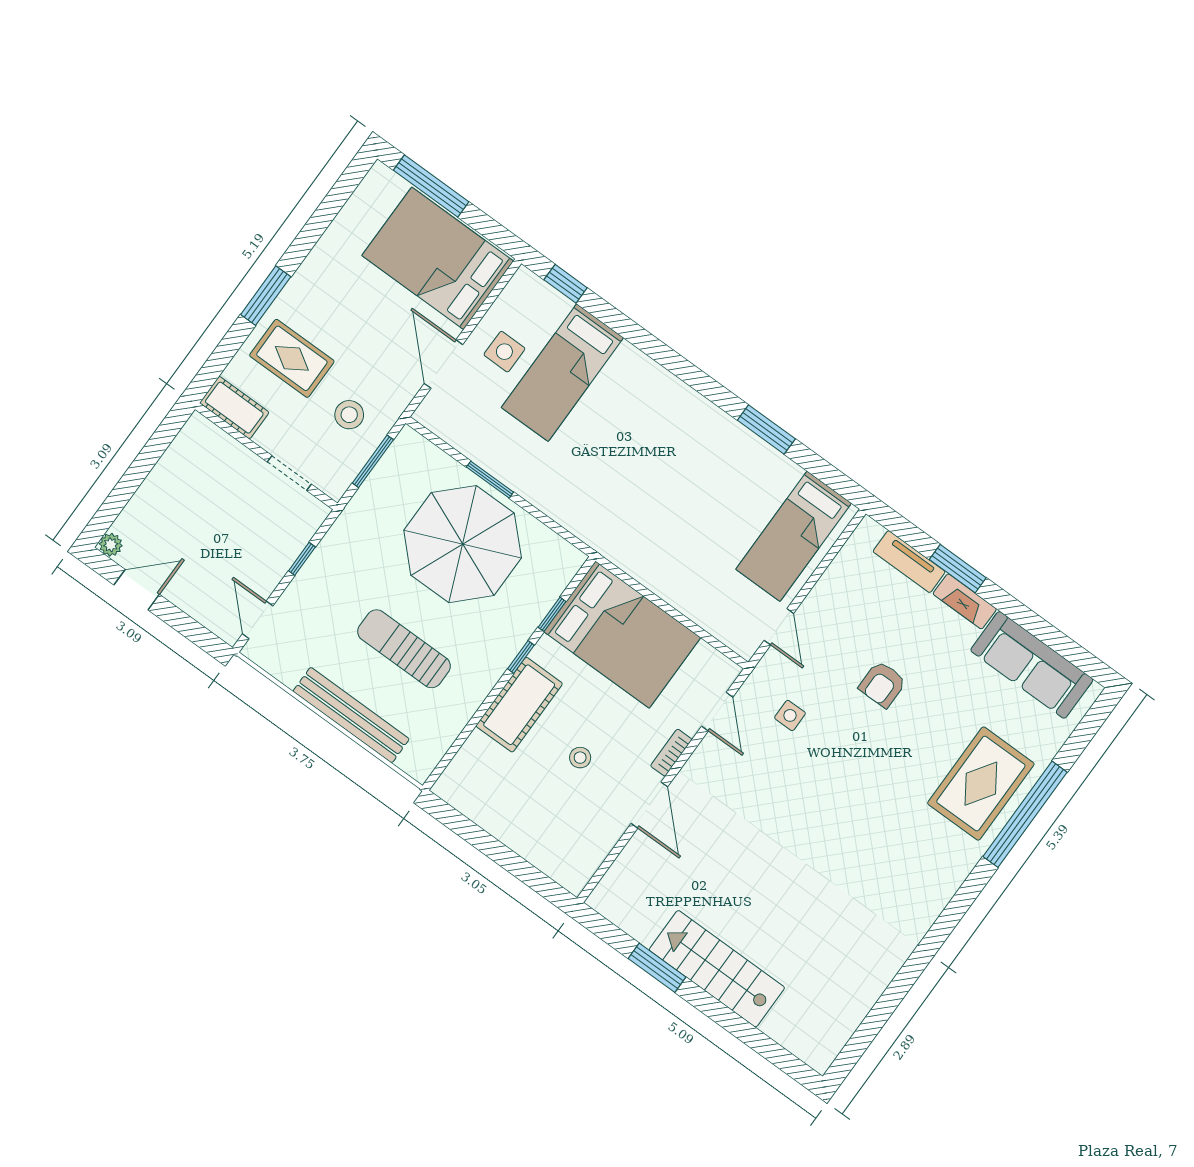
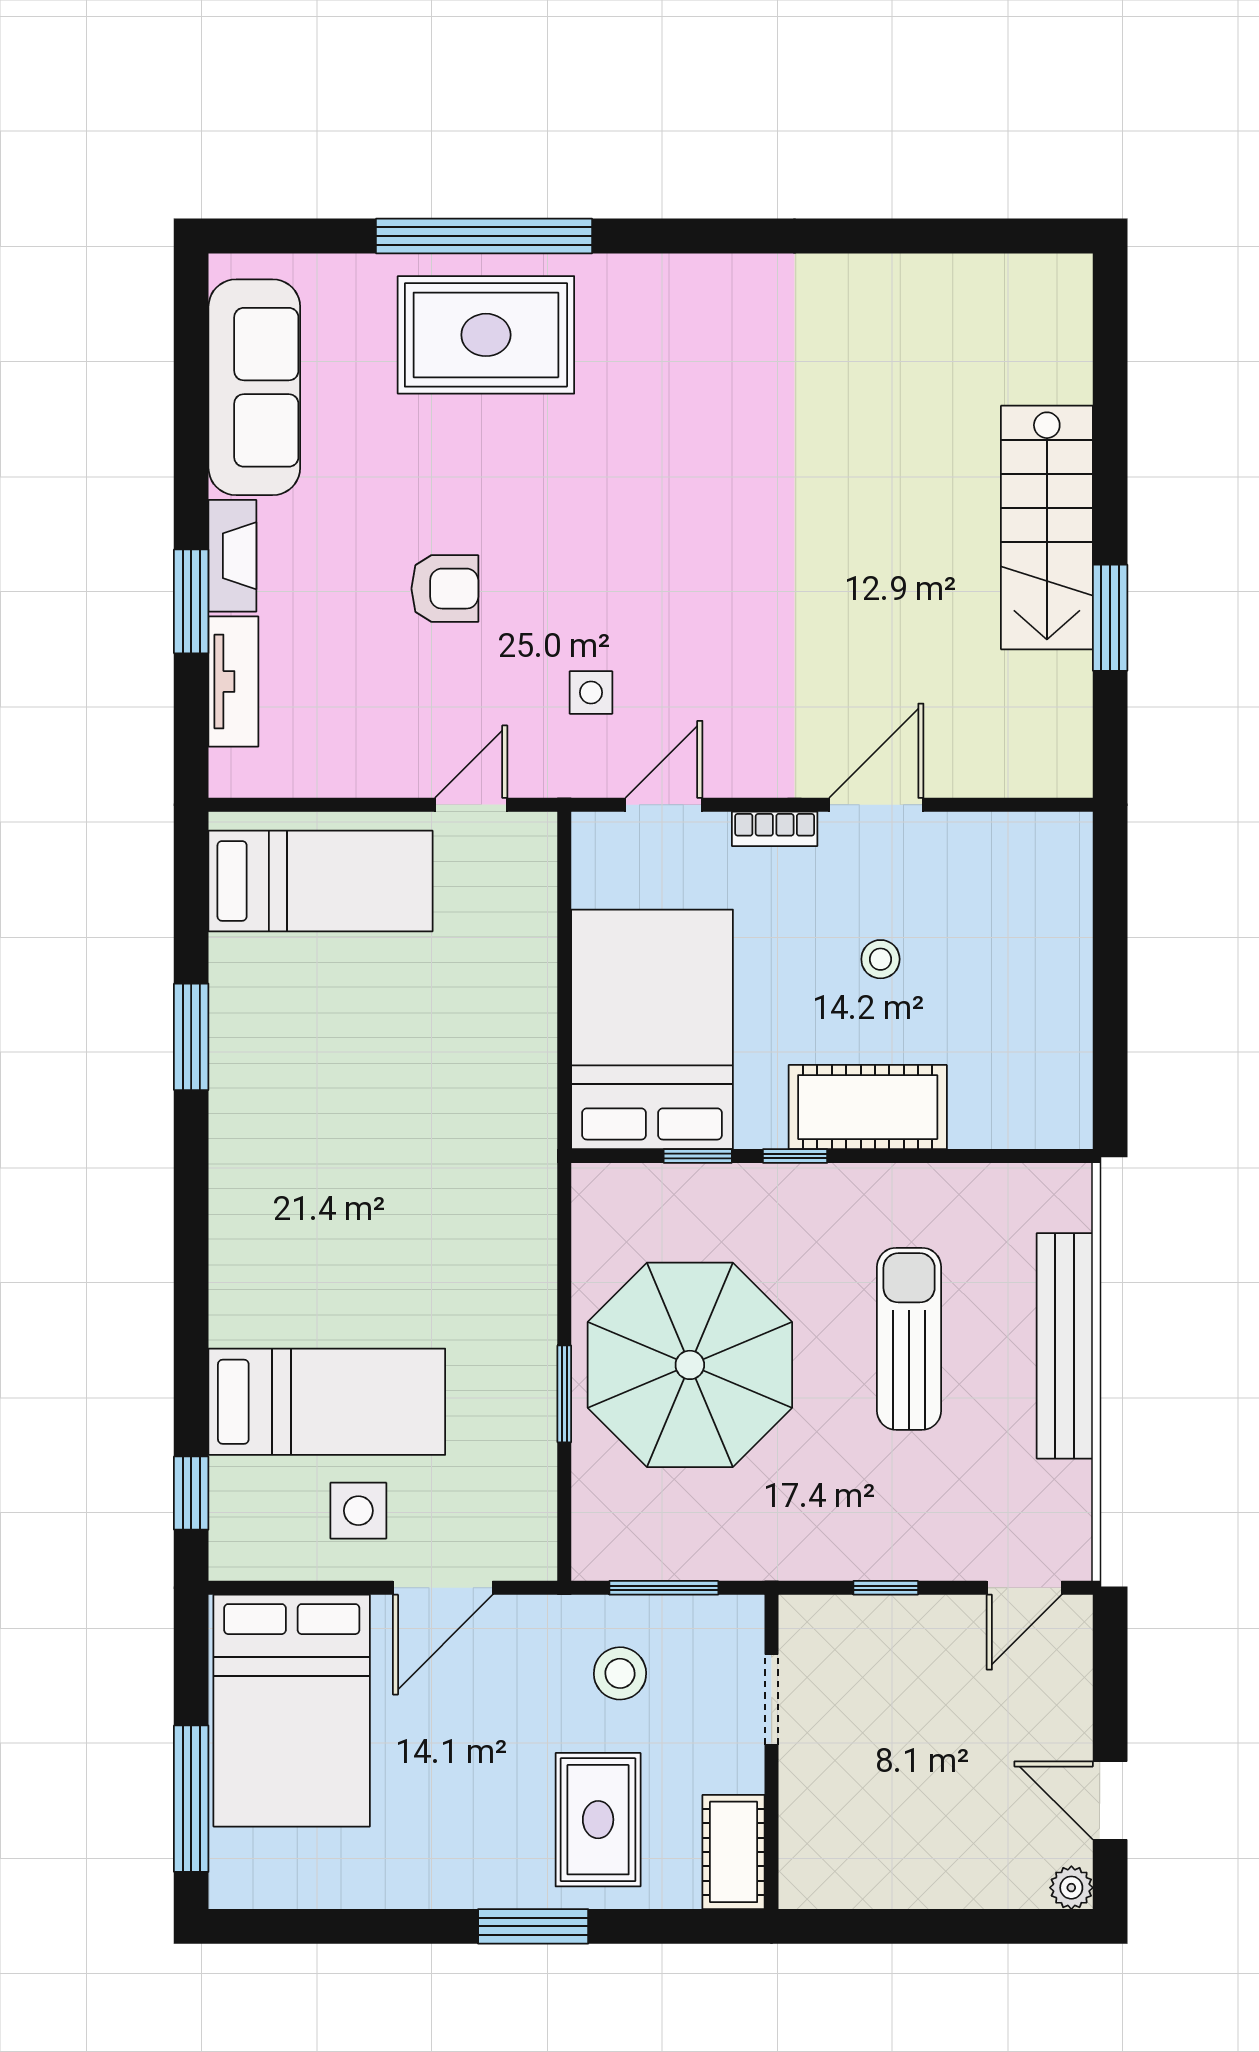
sun lounger: (404, 649) -> (909, 1339), turned 180

